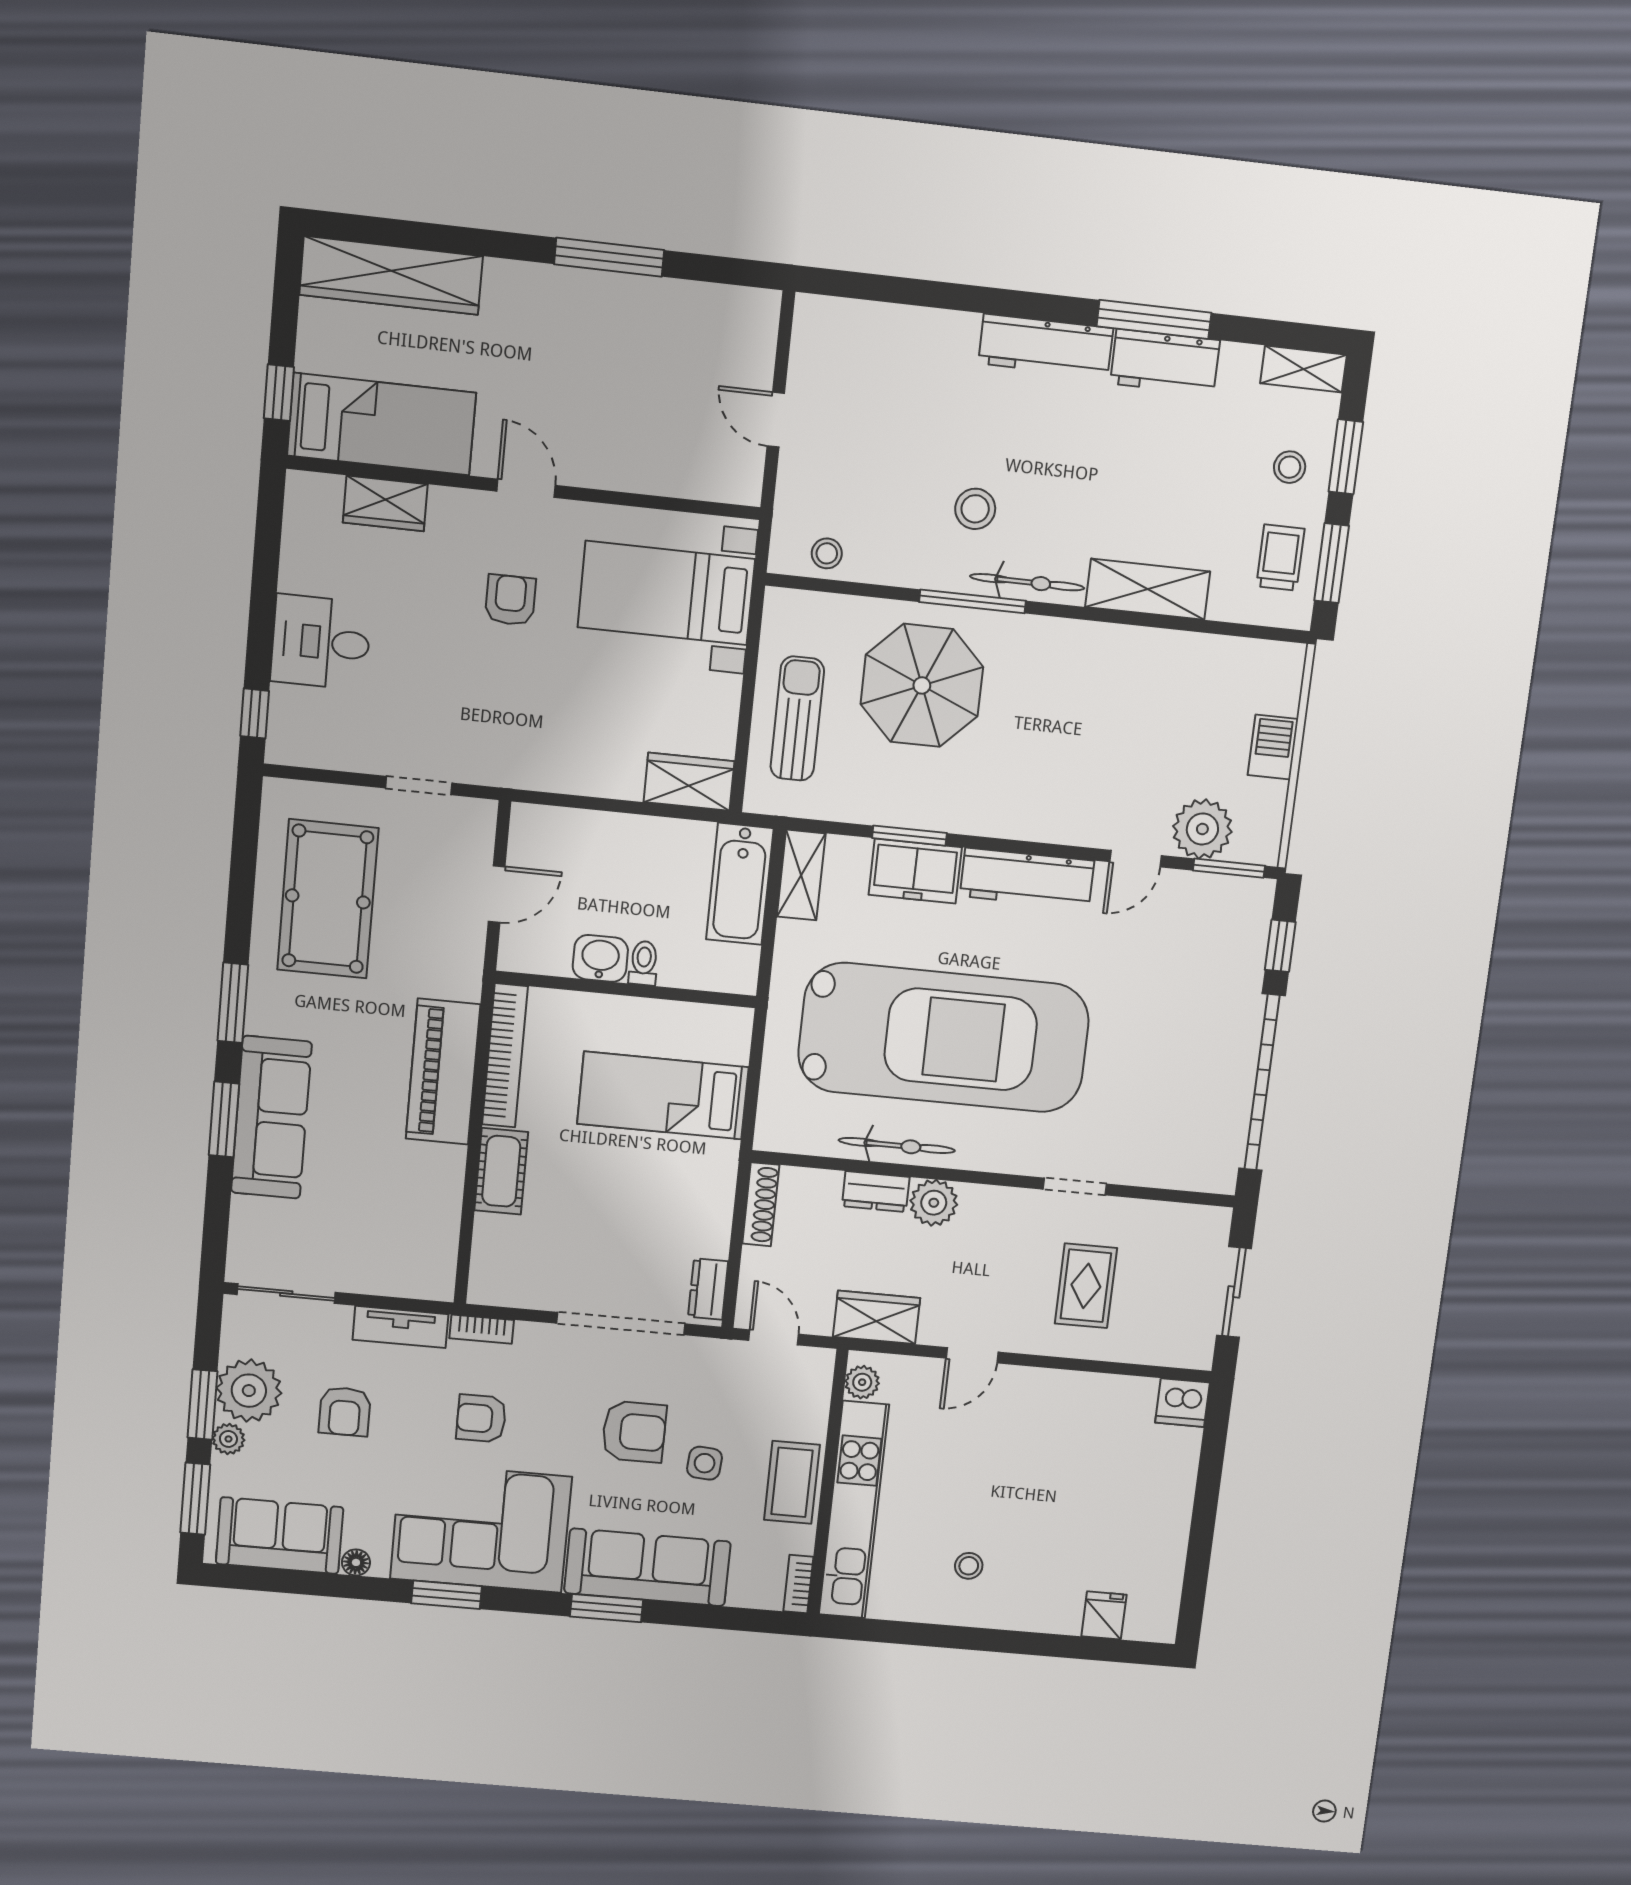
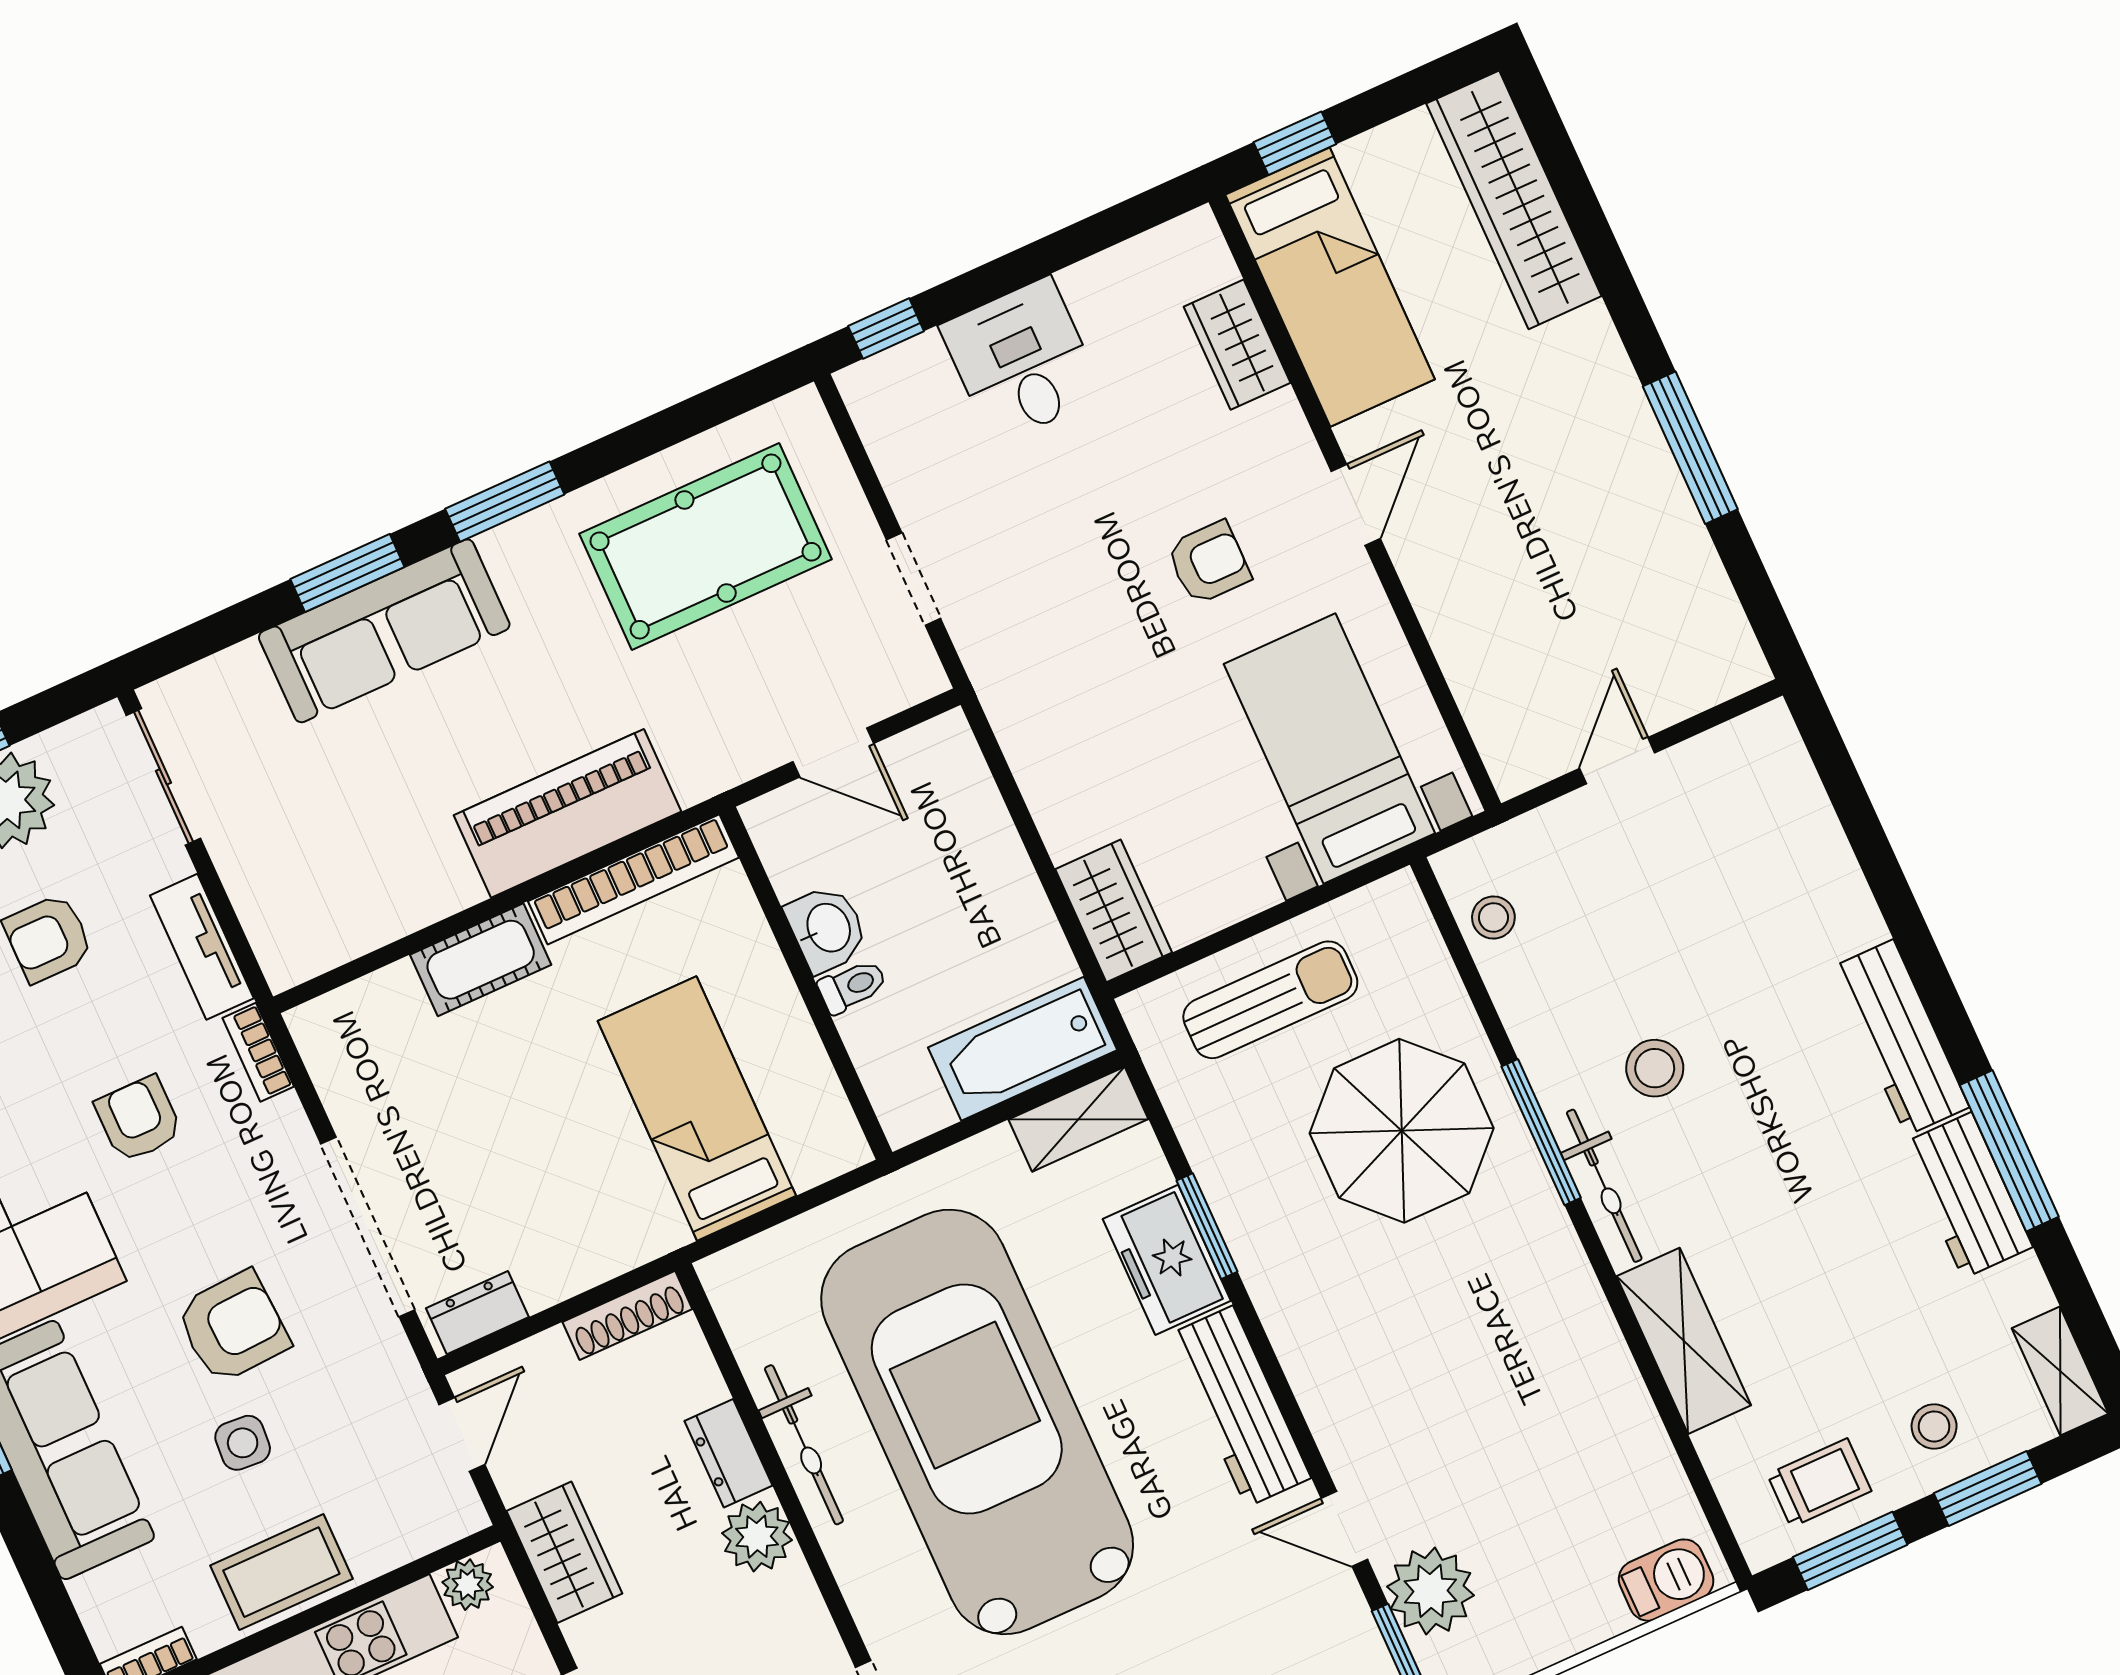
barbecue: (1273, 747) -> (1666, 1580), moved
car: (944, 1038) -> (977, 1422), turned 180
armchair: (634, 1432) -> (233, 1327), turned -93

